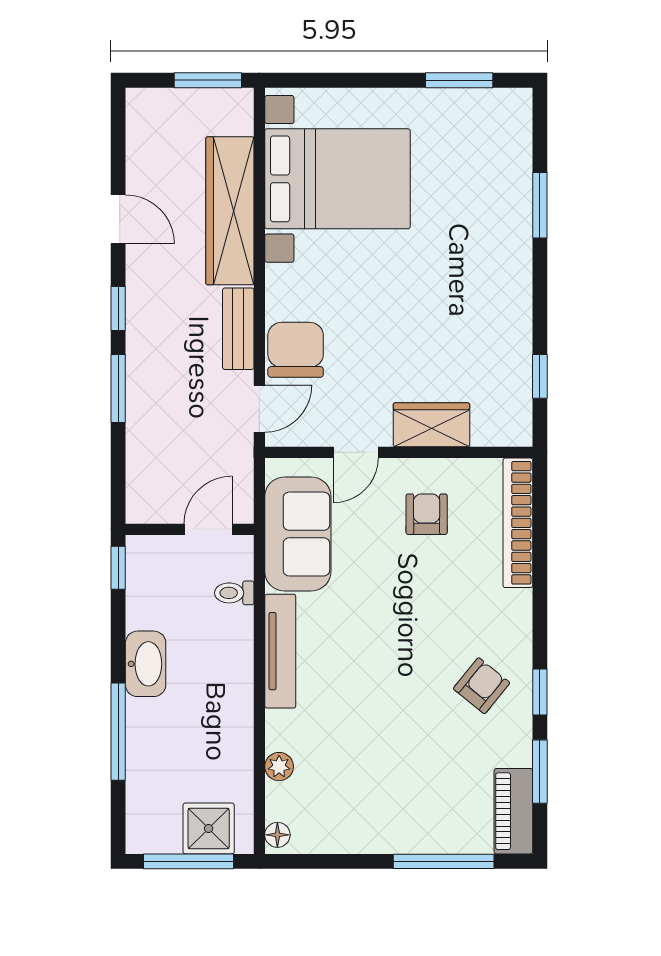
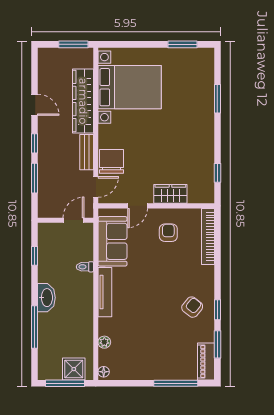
wall: (190, 529) -> (66, 220), moved
door: (208, 529) -> (74, 220), moved

